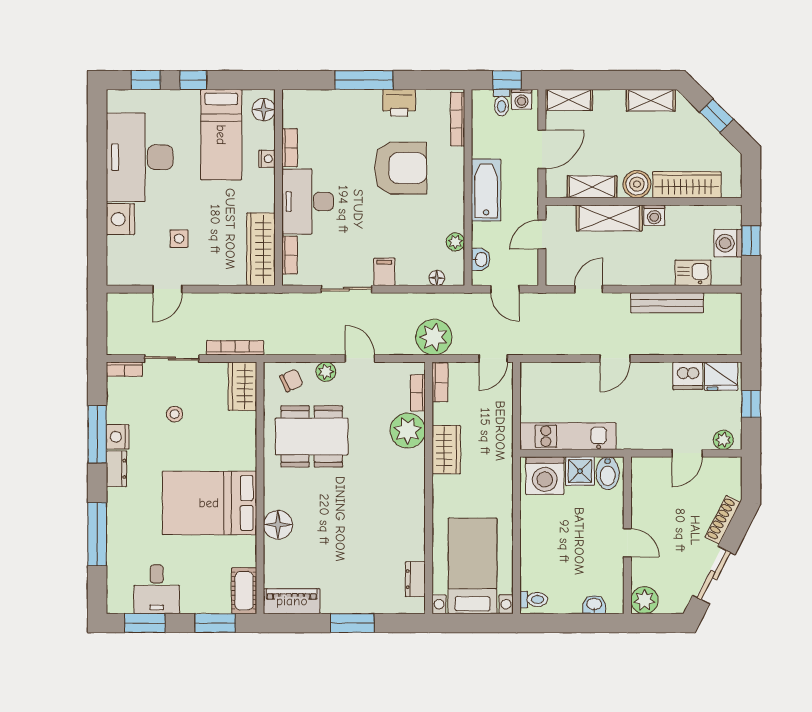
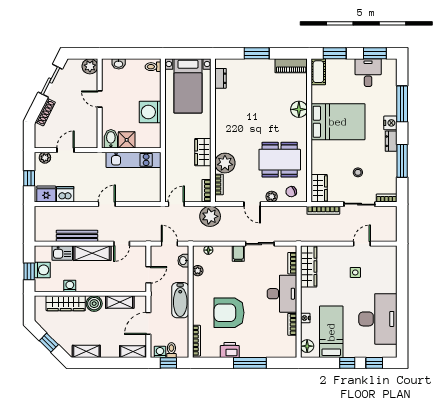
washing machine: (654, 215) -> (70, 286), moved
shelving: (609, 218) -> (92, 253), moved
nightstand: (120, 219) -> (389, 284), removed
nightstand: (118, 437) -> (390, 123), moved
washing machine: (545, 476) -> (150, 112), moved, turned -90

